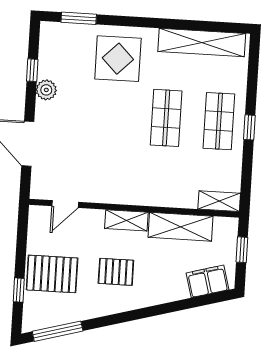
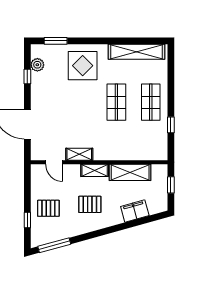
plant: (46, 90) -> (37, 65), moved
window: (249, 127) -> (171, 125), moved
shelving: (219, 201) -> (79, 154), moved
door: (65, 204) -> (54, 162), hinge flipped
pallet: (52, 274) -> (48, 208), width x0.67, depth x0.71
filing cabinet: (207, 281) -> (135, 211), moved

